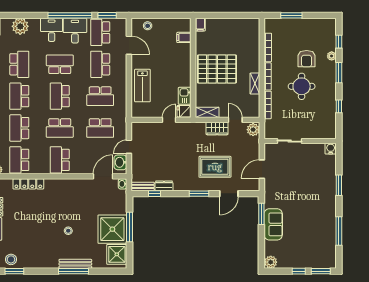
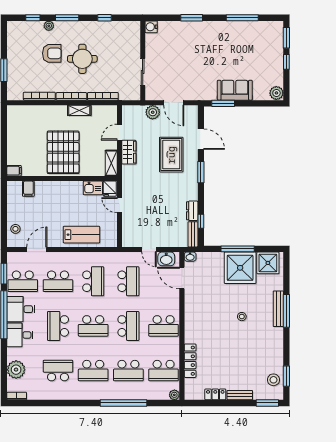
plant: (253, 130) -> (153, 112), moved

